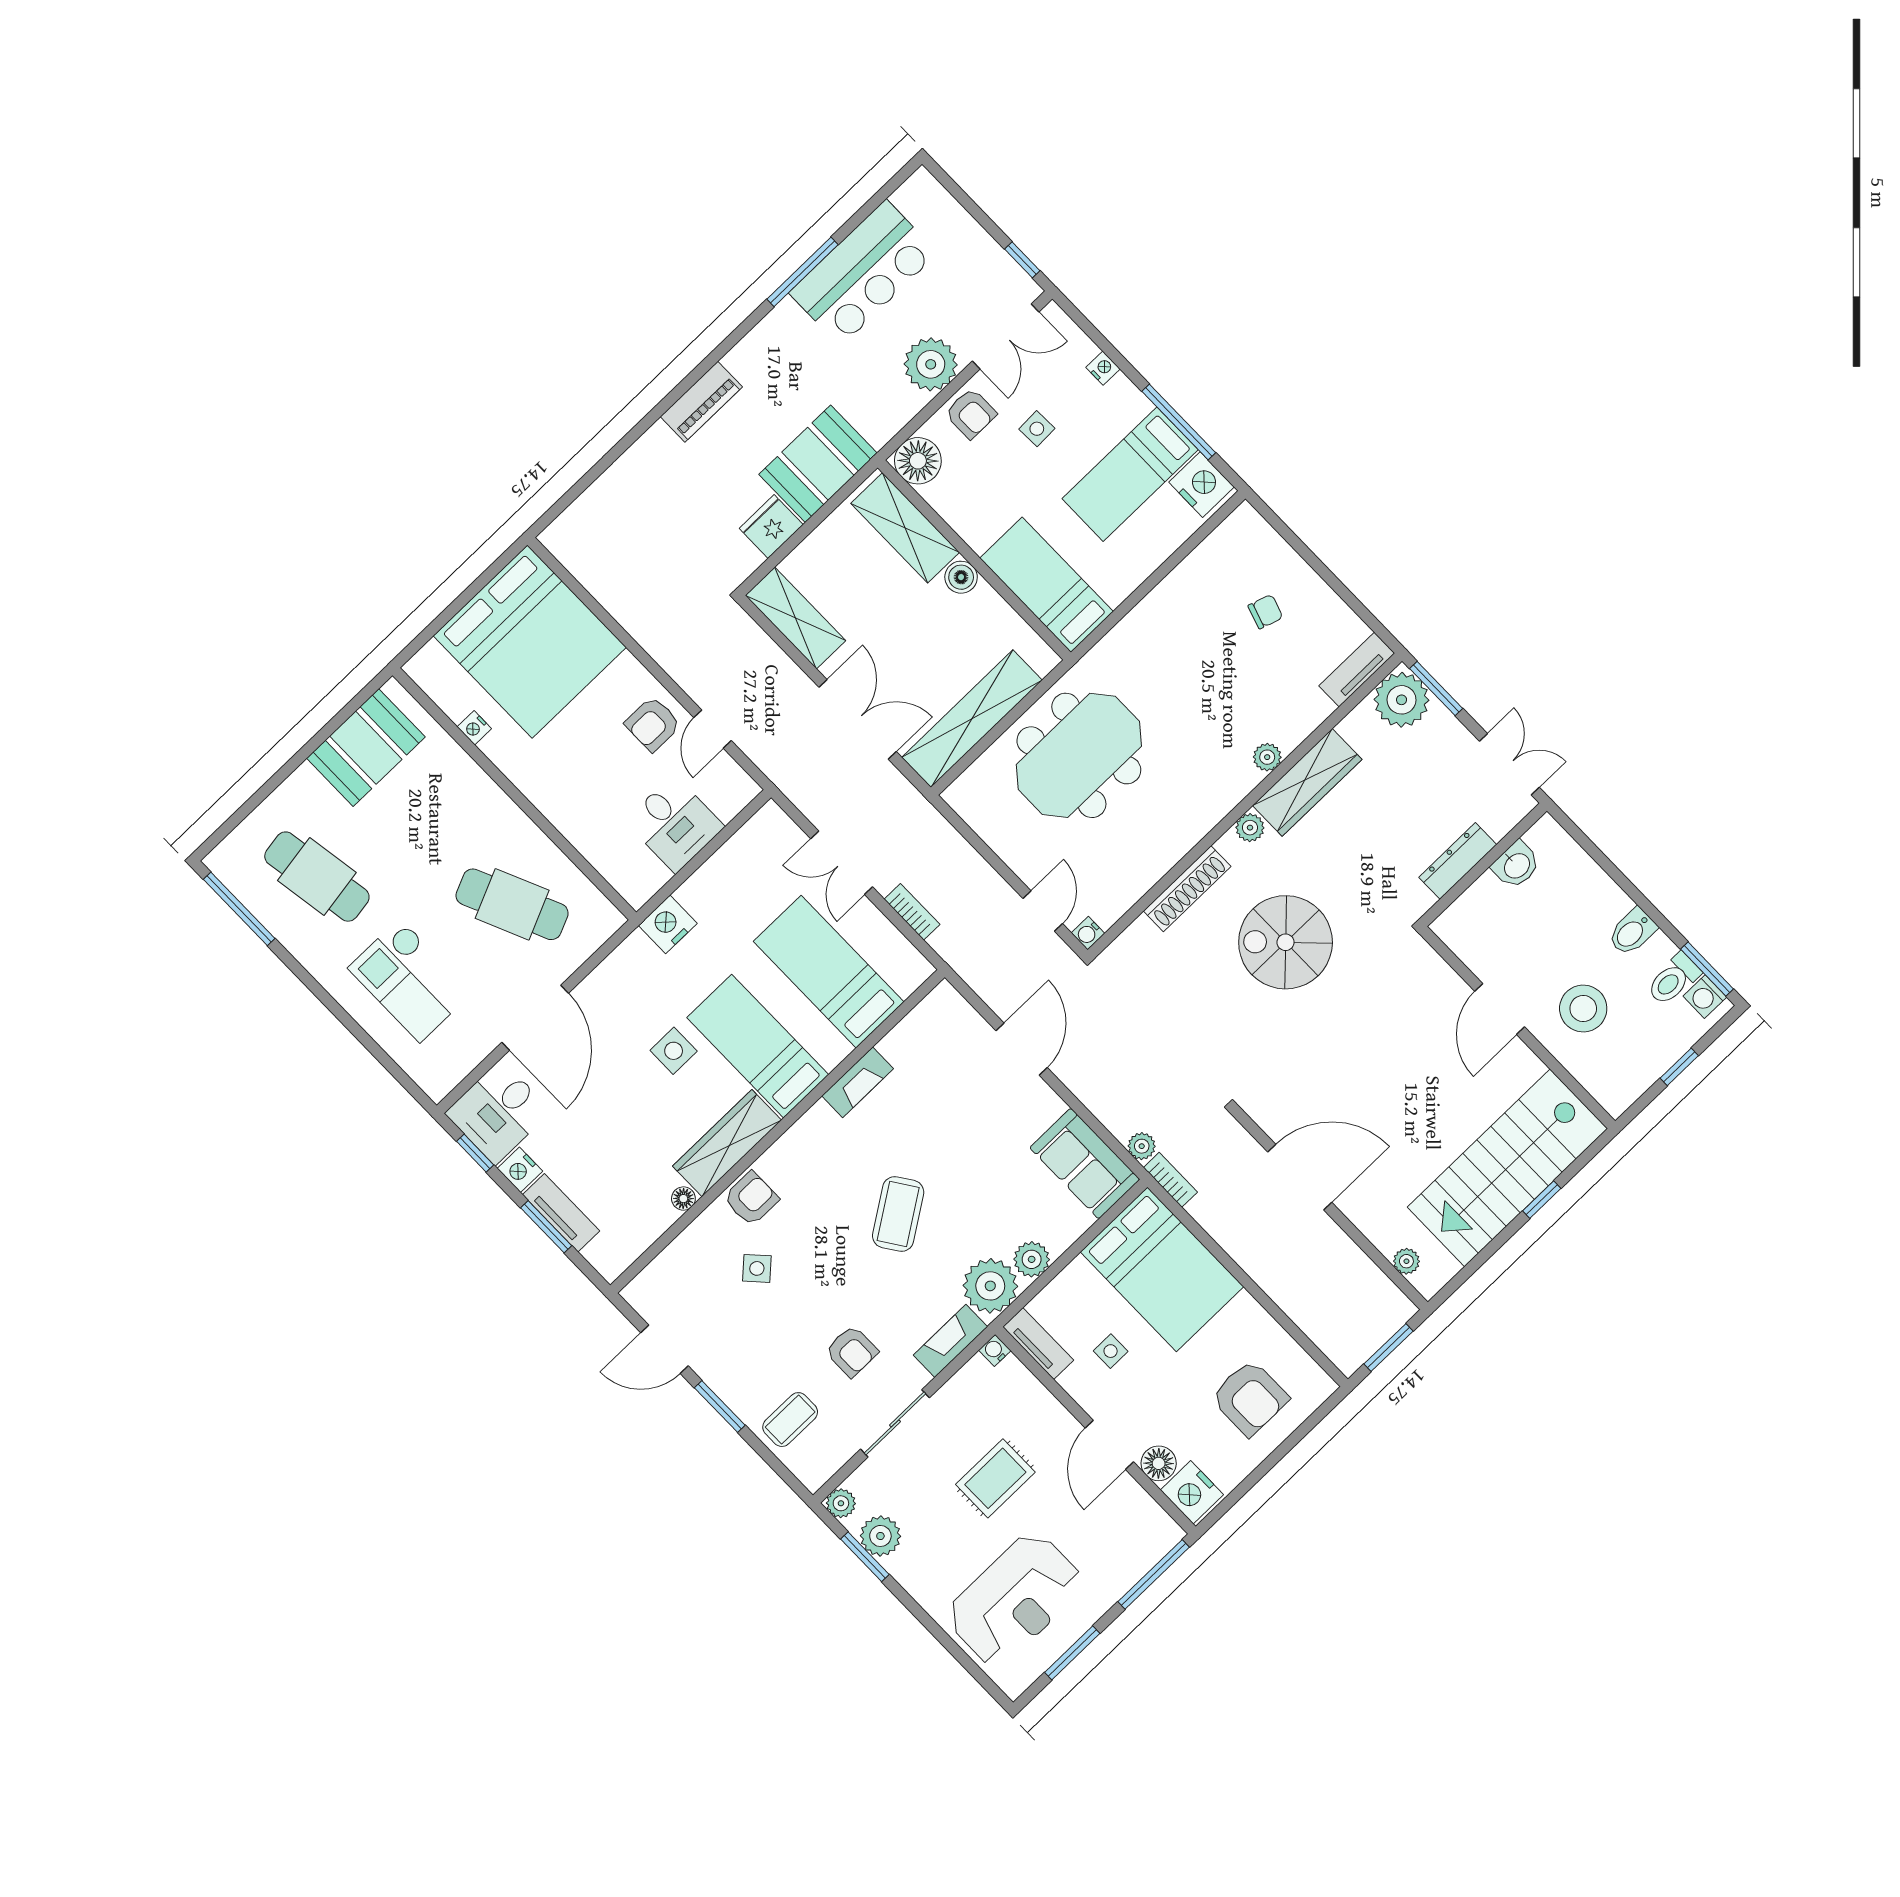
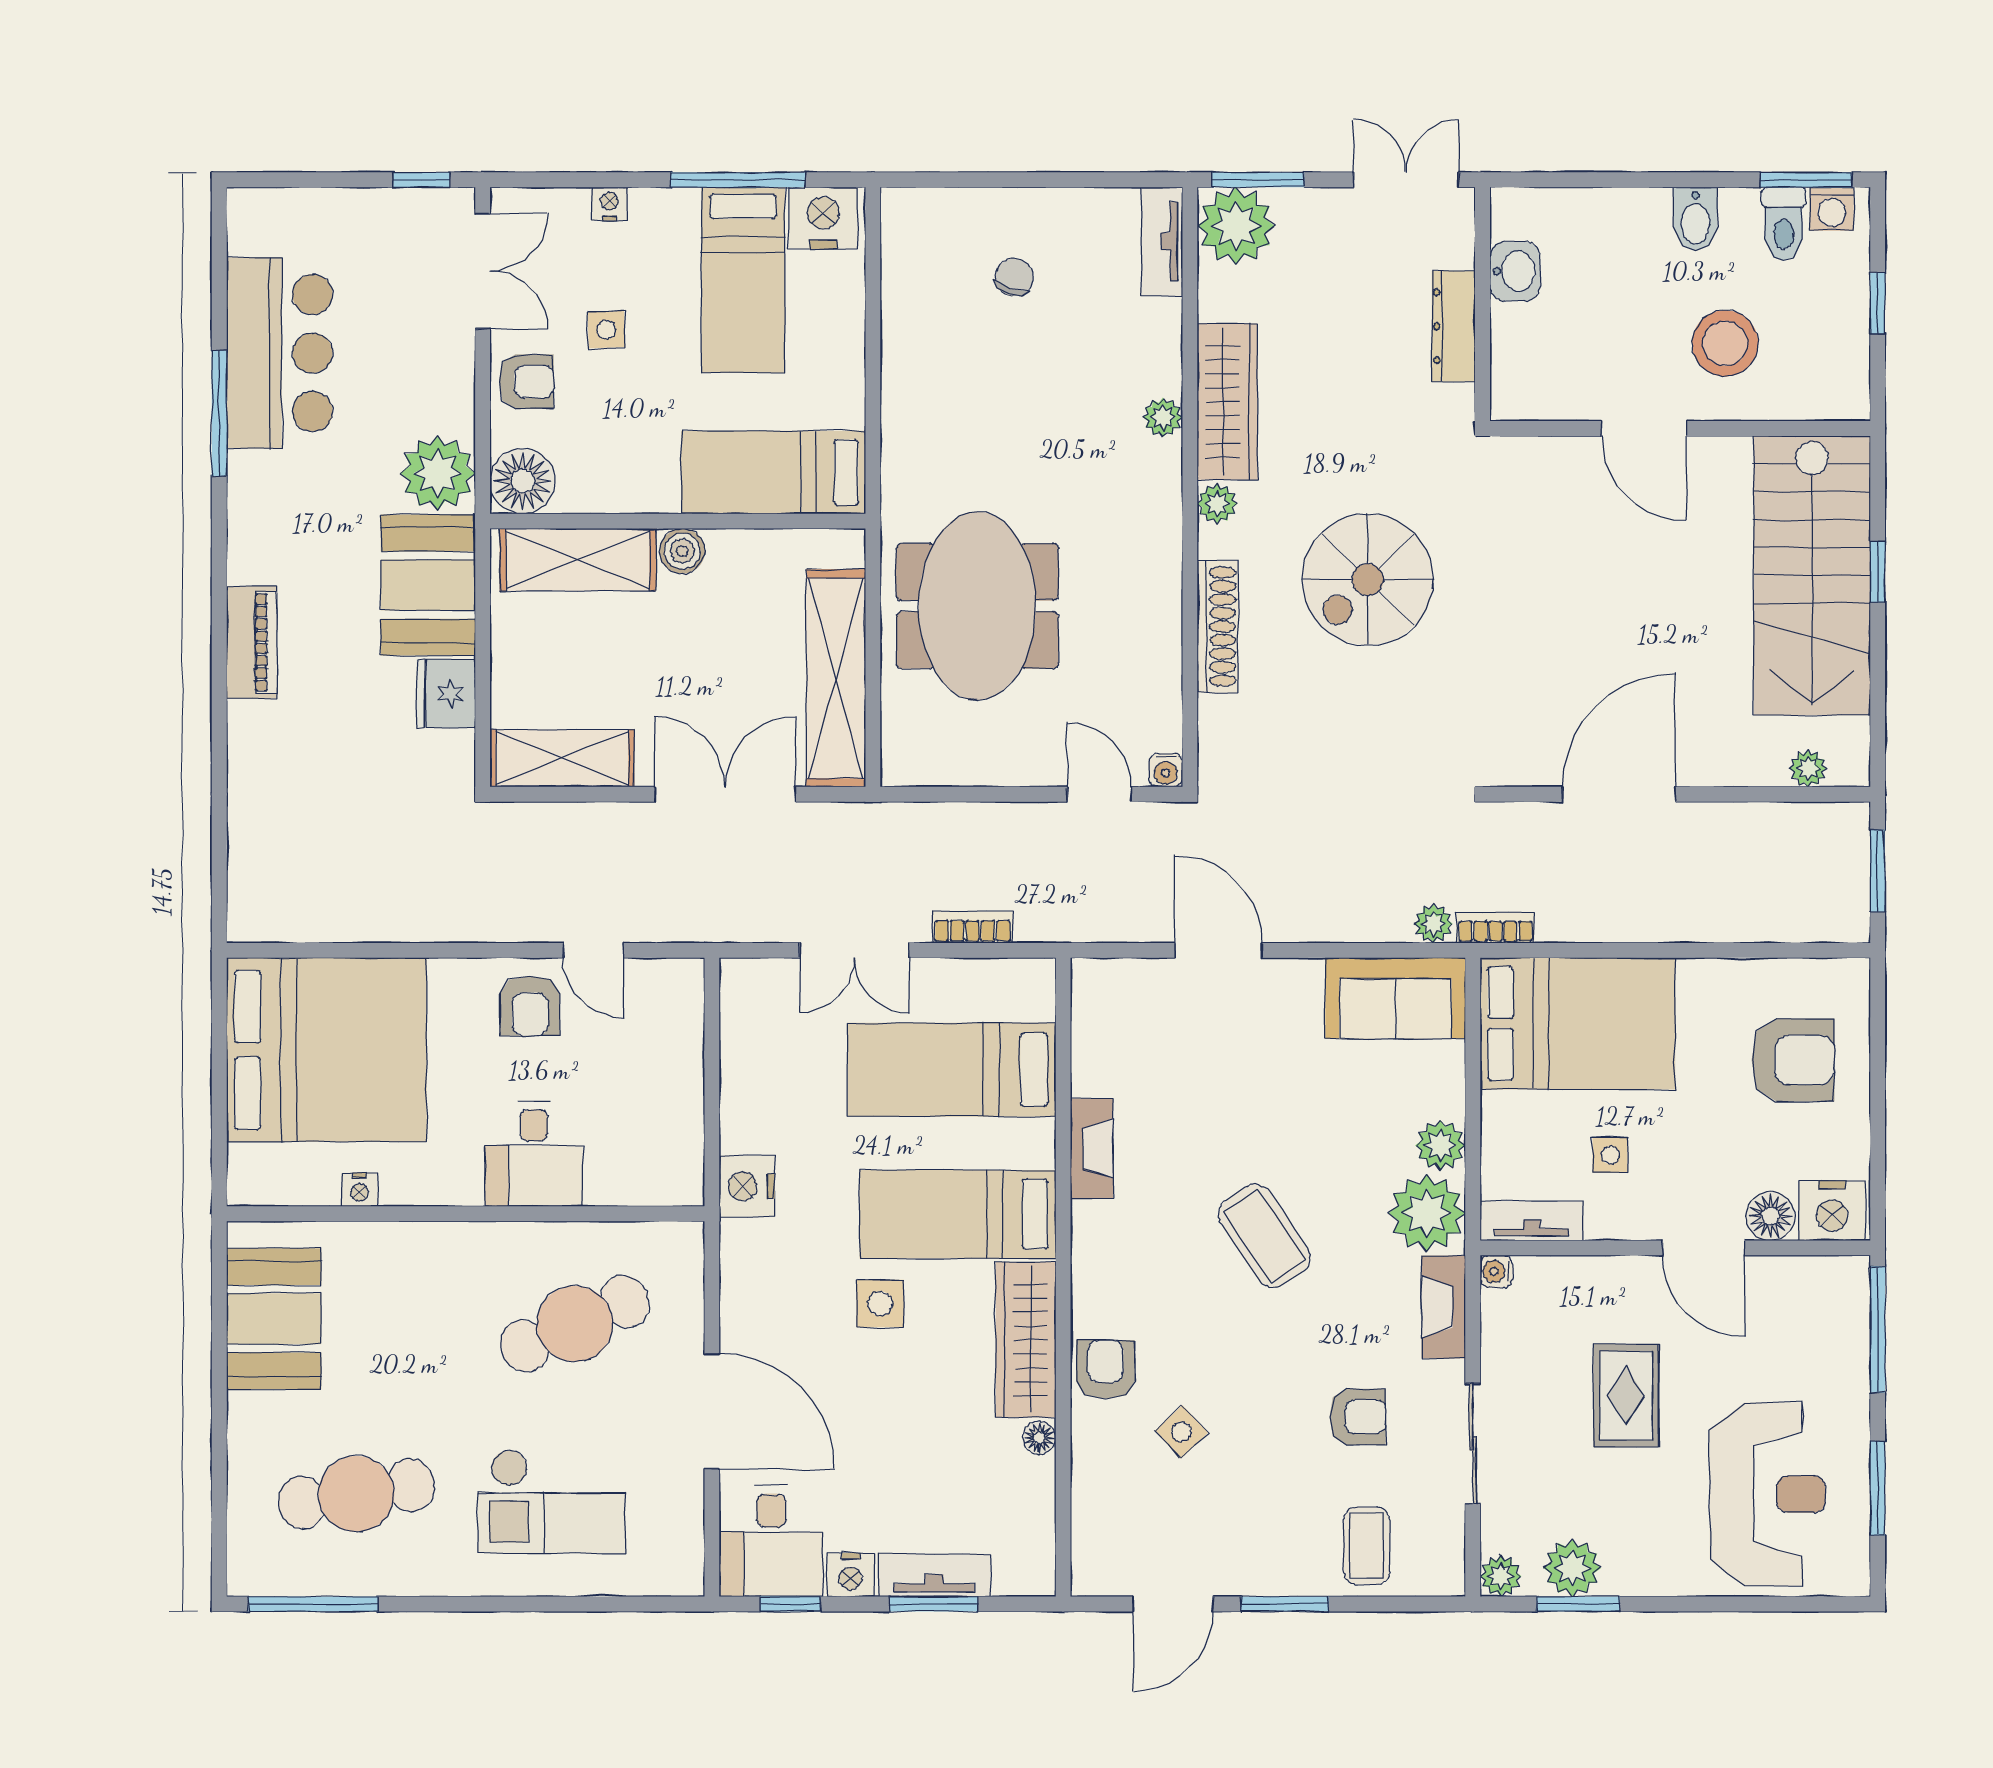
plant: (931, 364) -> (438, 473), moved
desk: (675, 824) -> (534, 1154), moved, turned 90

